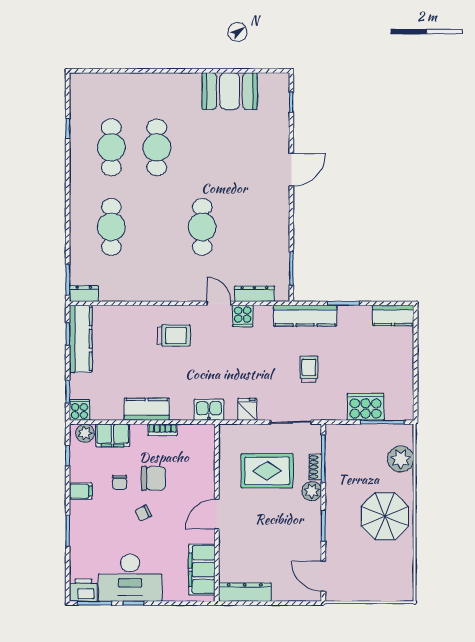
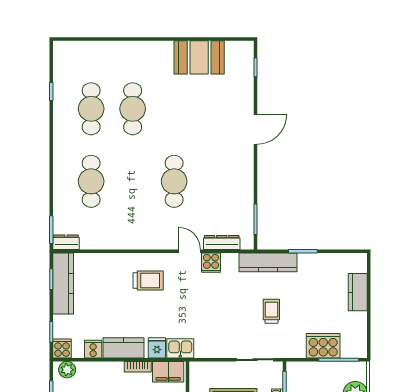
kitchen counter: (393, 315) -> (358, 292), moved, turned 90
fridge: (247, 409) -> (157, 348), moved
cooker: (114, 411) -> (93, 349), added
filing cabinet: (113, 435) -> (168, 372), moved

